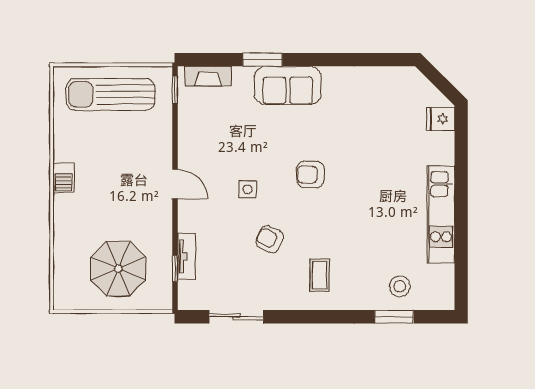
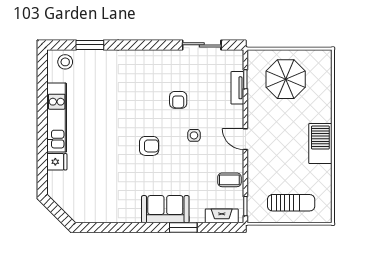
sun lounger: (110, 94) -> (291, 203), width x0.73, depth x0.75
fridge: (441, 119) -> (57, 162), moved
barbecue: (64, 178) -> (320, 144), width x1.88, depth x1.53
armchair: (270, 239) -> (178, 100), turned 63
coffee table: (320, 275) -> (229, 180), moved, turned 90
stool: (400, 286) -> (65, 62), moved

